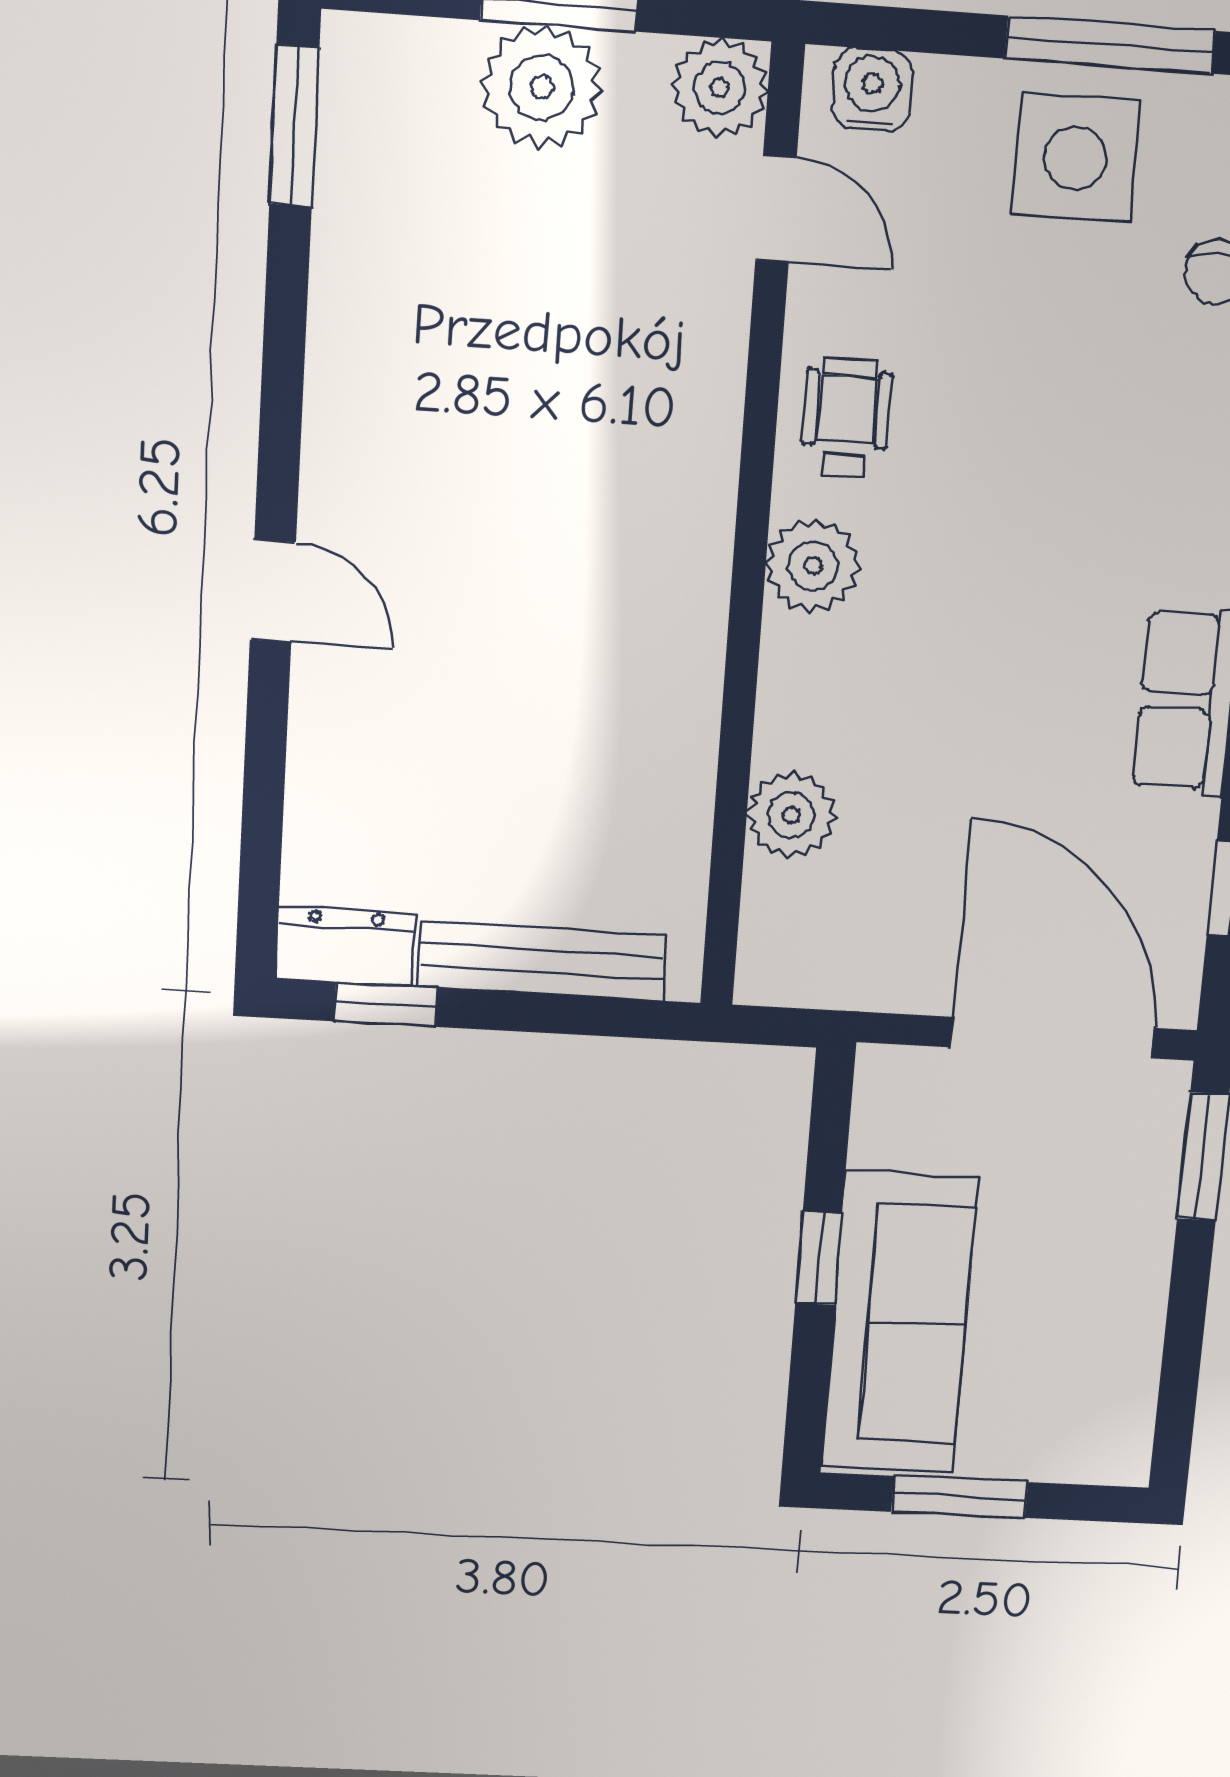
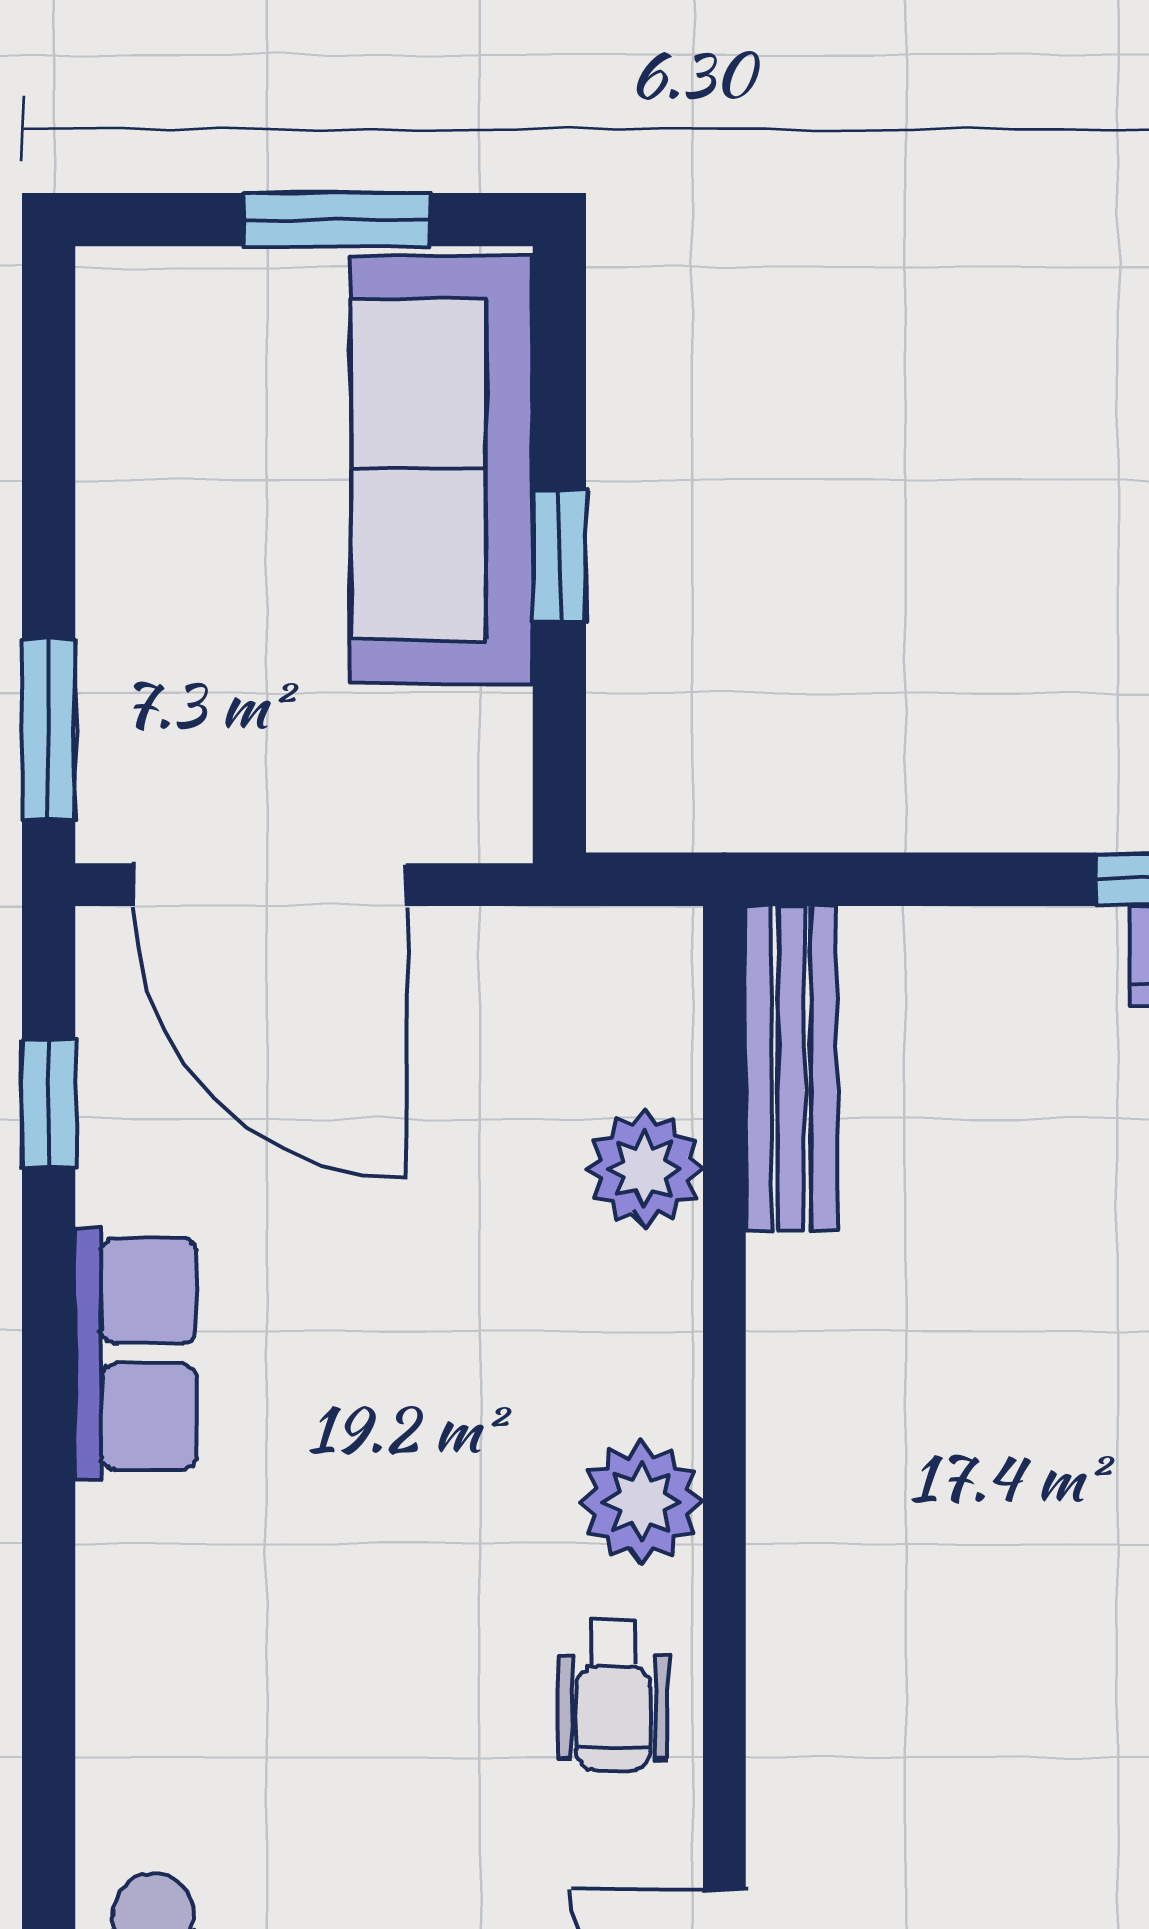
bench: (542, 961) -> (791, 1068), moved, turned 90

